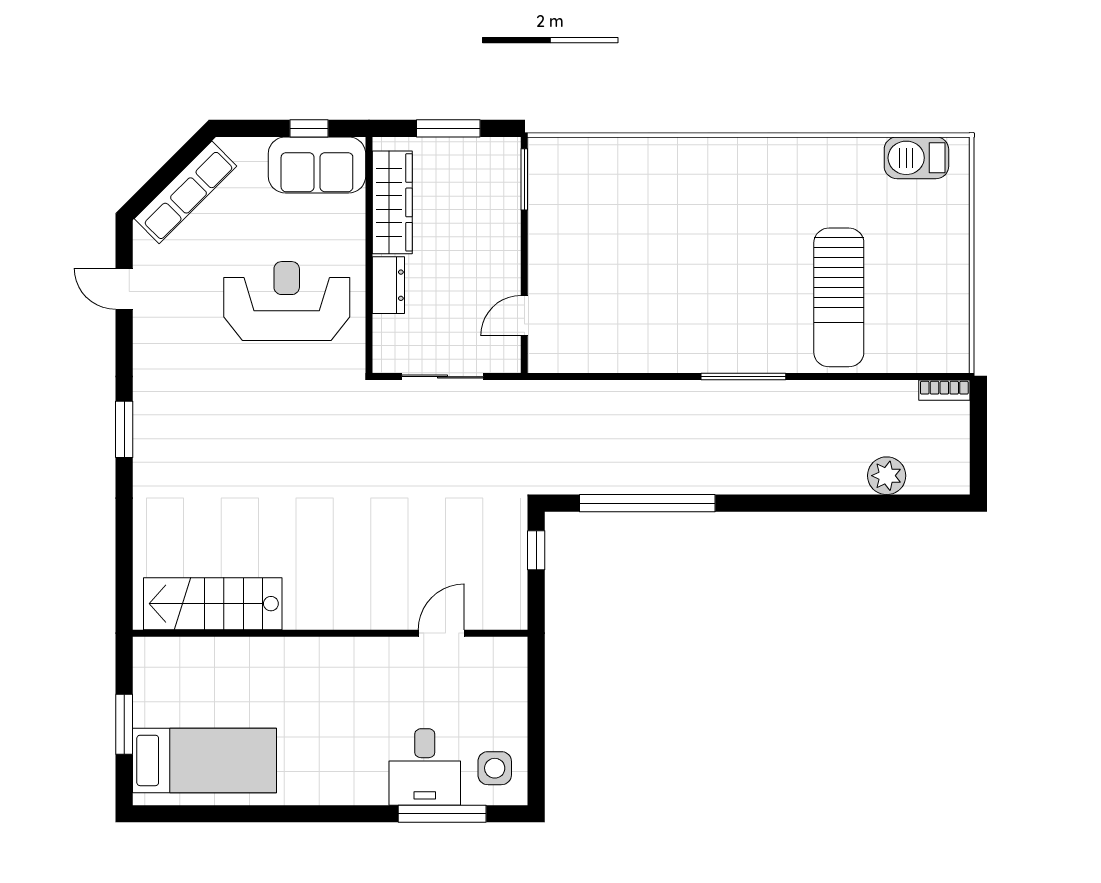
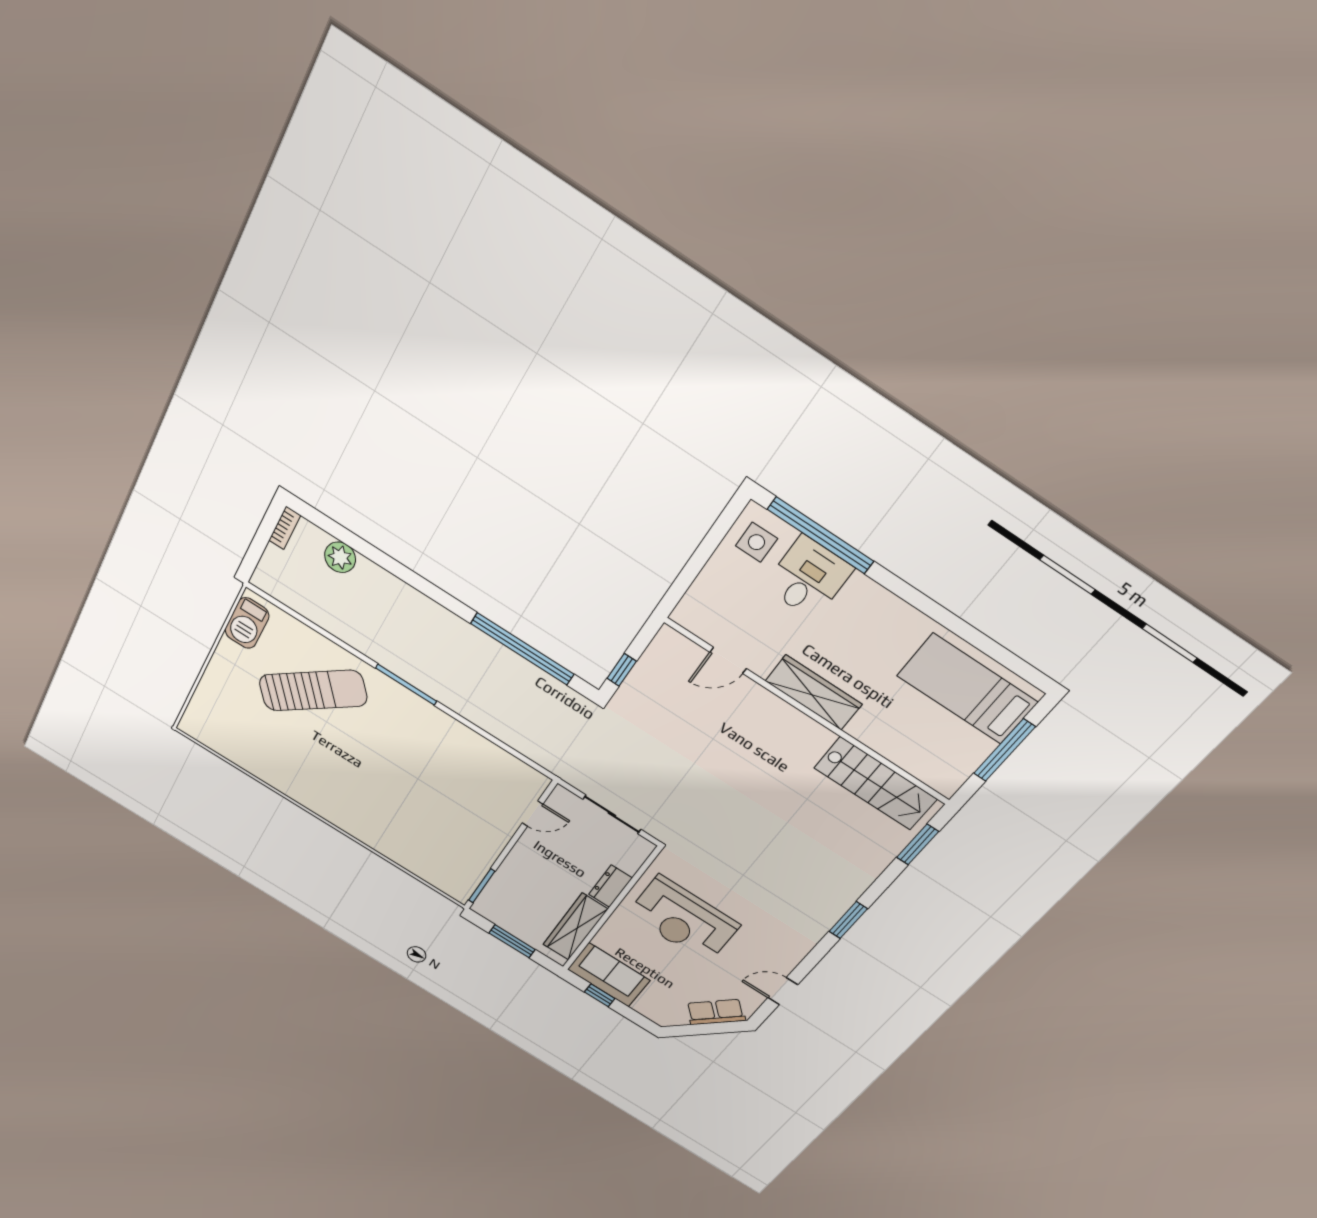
barbecue: (916, 158) -> (247, 623), moved, turned 90
row of seats: (185, 192) -> (716, 1012), width x0.68
door: (124, 289) -> (783, 991), swing flipped
sun lounger: (839, 297) -> (313, 691), turned 51
bookcase: (944, 390) -> (285, 528), moved, turned 90
window: (124, 567) -> (918, 845), added
wardrobe: (339, 657) -> (814, 693), added
window: (124, 724) -> (1004, 750), width x1.44
window: (442, 814) -> (821, 535), width x1.46

